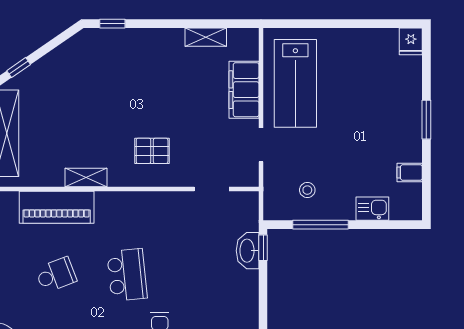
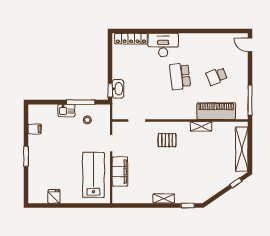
shelving: (206, 37) -> (164, 199), moved
fridge: (411, 41) -> (54, 196), moved
kitchen sink: (372, 209) -> (66, 110), moved

